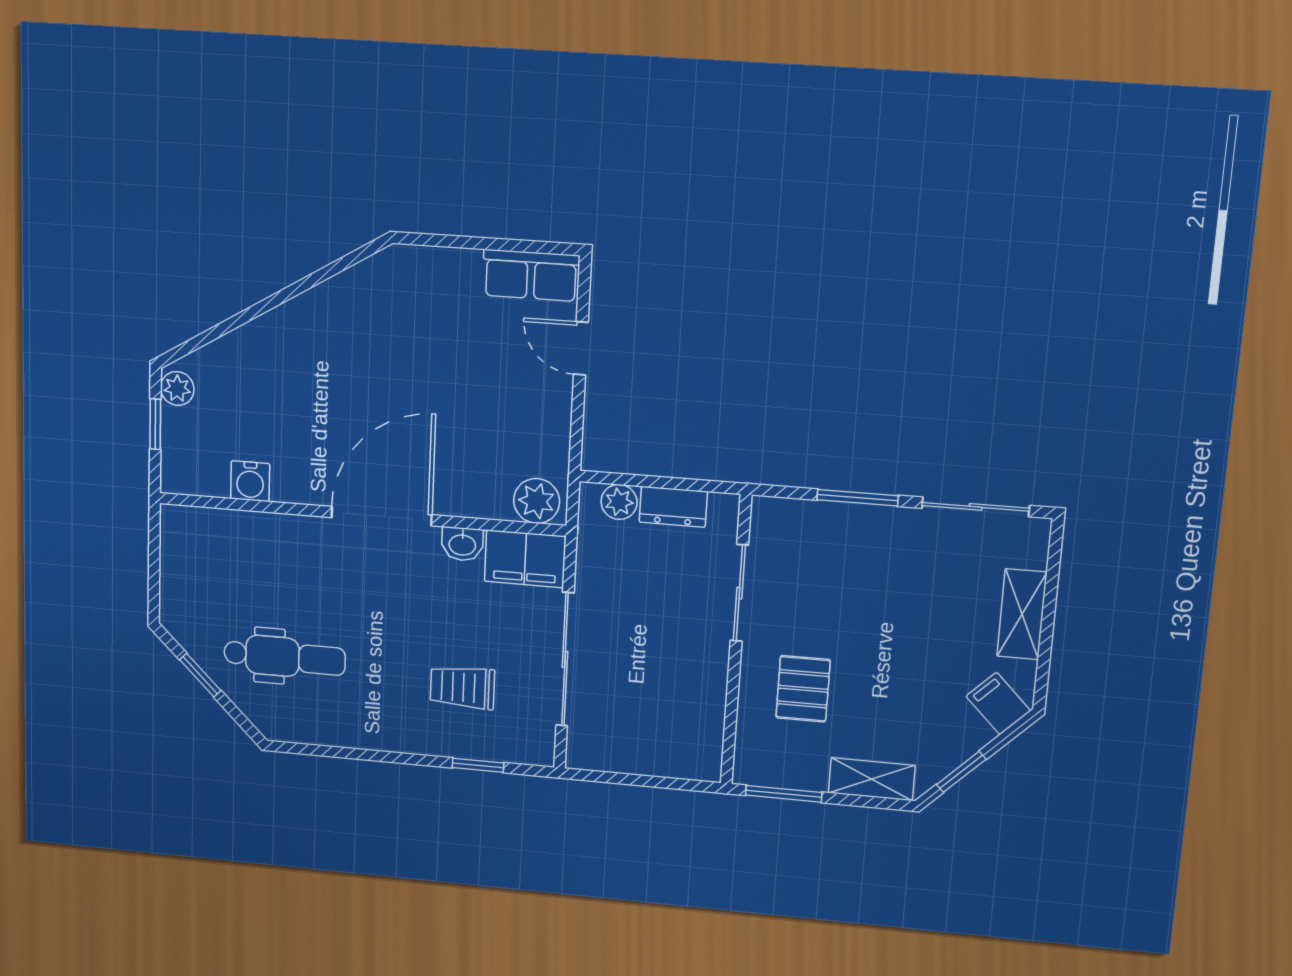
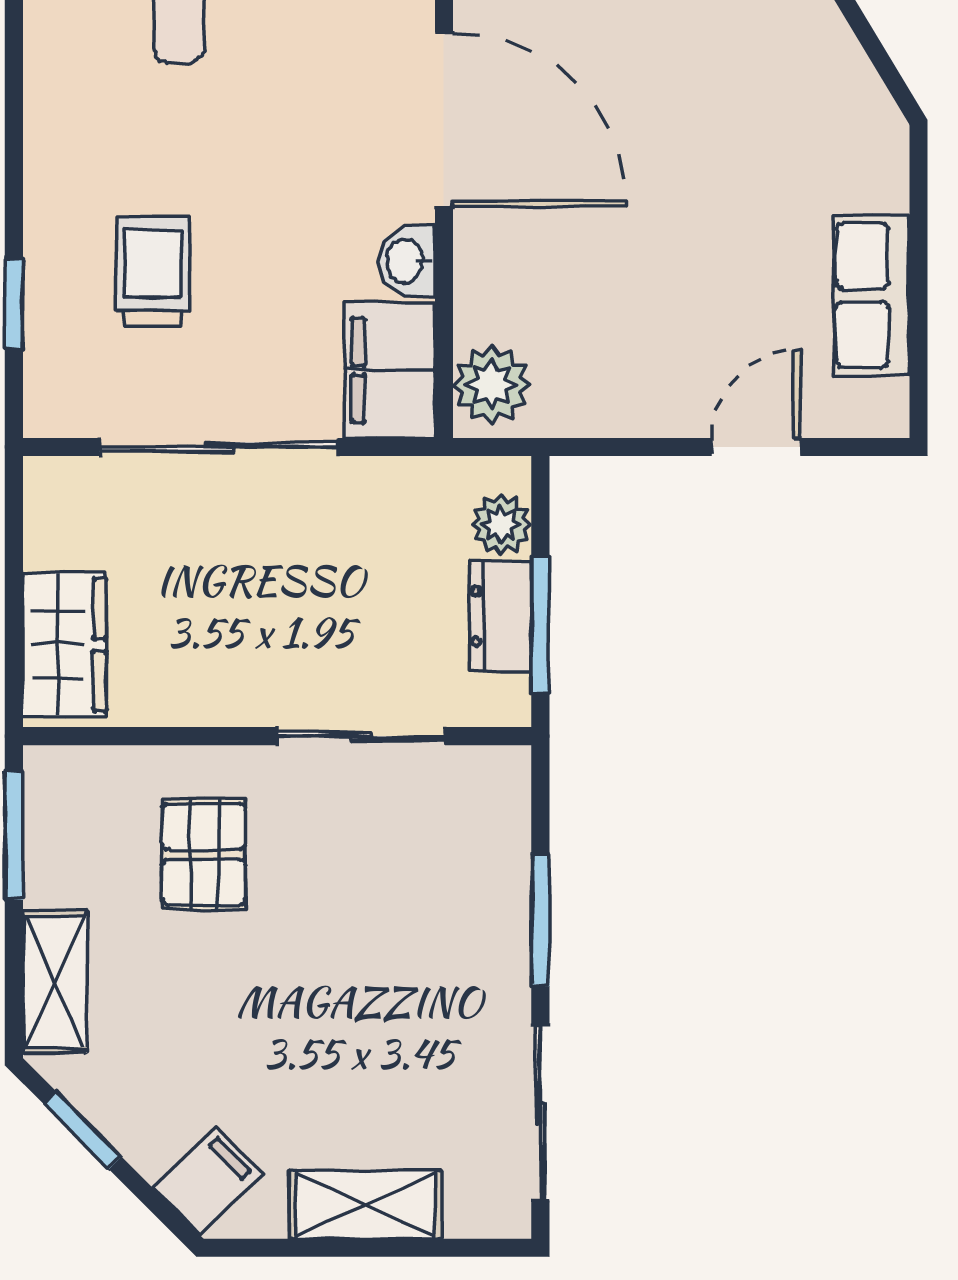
row of seats: (531, 275) -> (871, 295), moved
window: (680, 484) -> (540, 625), added
pallet: (803, 689) -> (204, 855), turned 90
wardrobe: (675, 756) -> (65, 645), added

